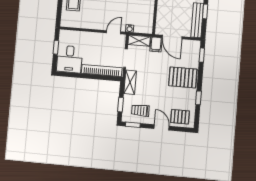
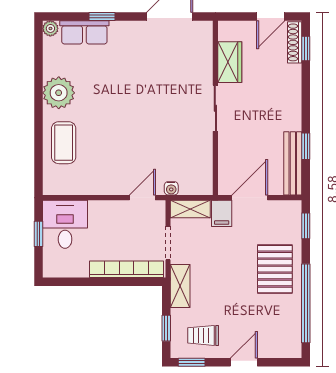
door: (172, 37) -> (250, 198), swing flipped
desk: (70, 59) -> (65, 224), moved, turned 180
pallet: (183, 77) -> (275, 269), turned 90
window: (198, 98) -> (306, 303), width x3.17
pallet: (180, 117) -> (275, 340), removed
door: (162, 127) -> (244, 362), hinge flipped

